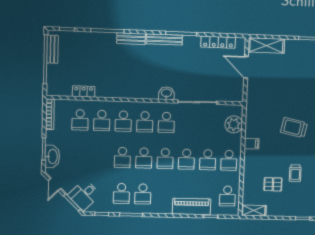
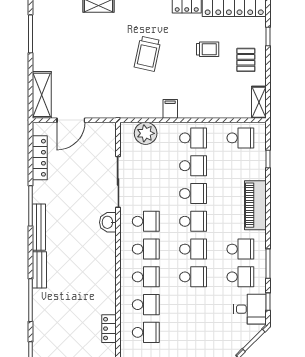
pallet: (273, 184) -> (246, 60), moved
desk: (84, 195) -> (250, 309), moved, turned -45
piano: (192, 207) -> (255, 205), moved

